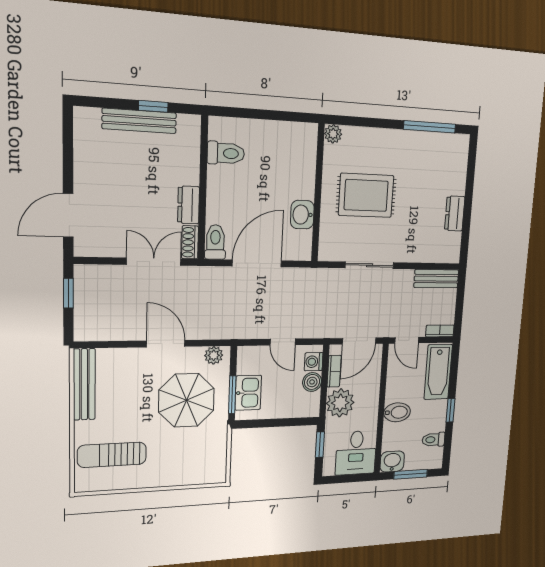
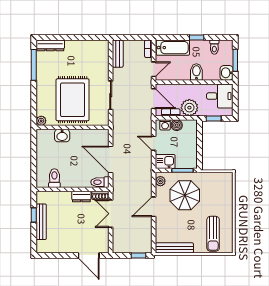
rug: (366, 195) -> (73, 100), width x1.37, depth x1.44
dresser: (455, 213) -> (50, 45), moved, width x1.44
washbasin: (302, 215) -> (62, 136), moved
window: (68, 293) -> (138, 256), moved
door: (283, 342) -> (154, 143), swing flipped
kitchen sink: (248, 393) -> (165, 161), moved

